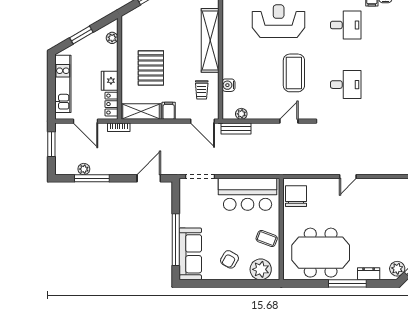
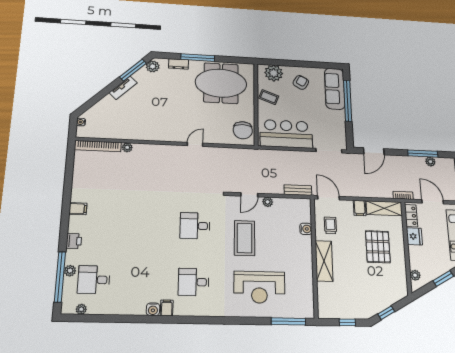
shelving: (210, 40) -> (324, 261), width x0.68
plant: (241, 114) -> (268, 202), moved

